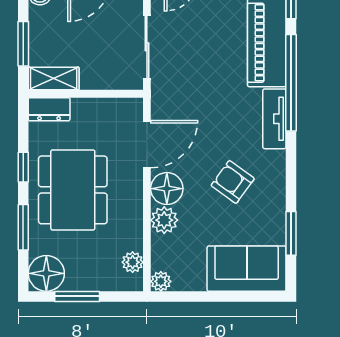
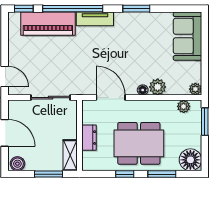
dresser: (49, 109) -> (89, 138), moved
armchair: (233, 182) -> (134, 45), removed
floor lamp: (167, 189) -> (143, 90), width x0.53, depth x0.53
window: (291, 233) -> (136, 9), moved
window: (77, 296) -> (205, 122), moved

